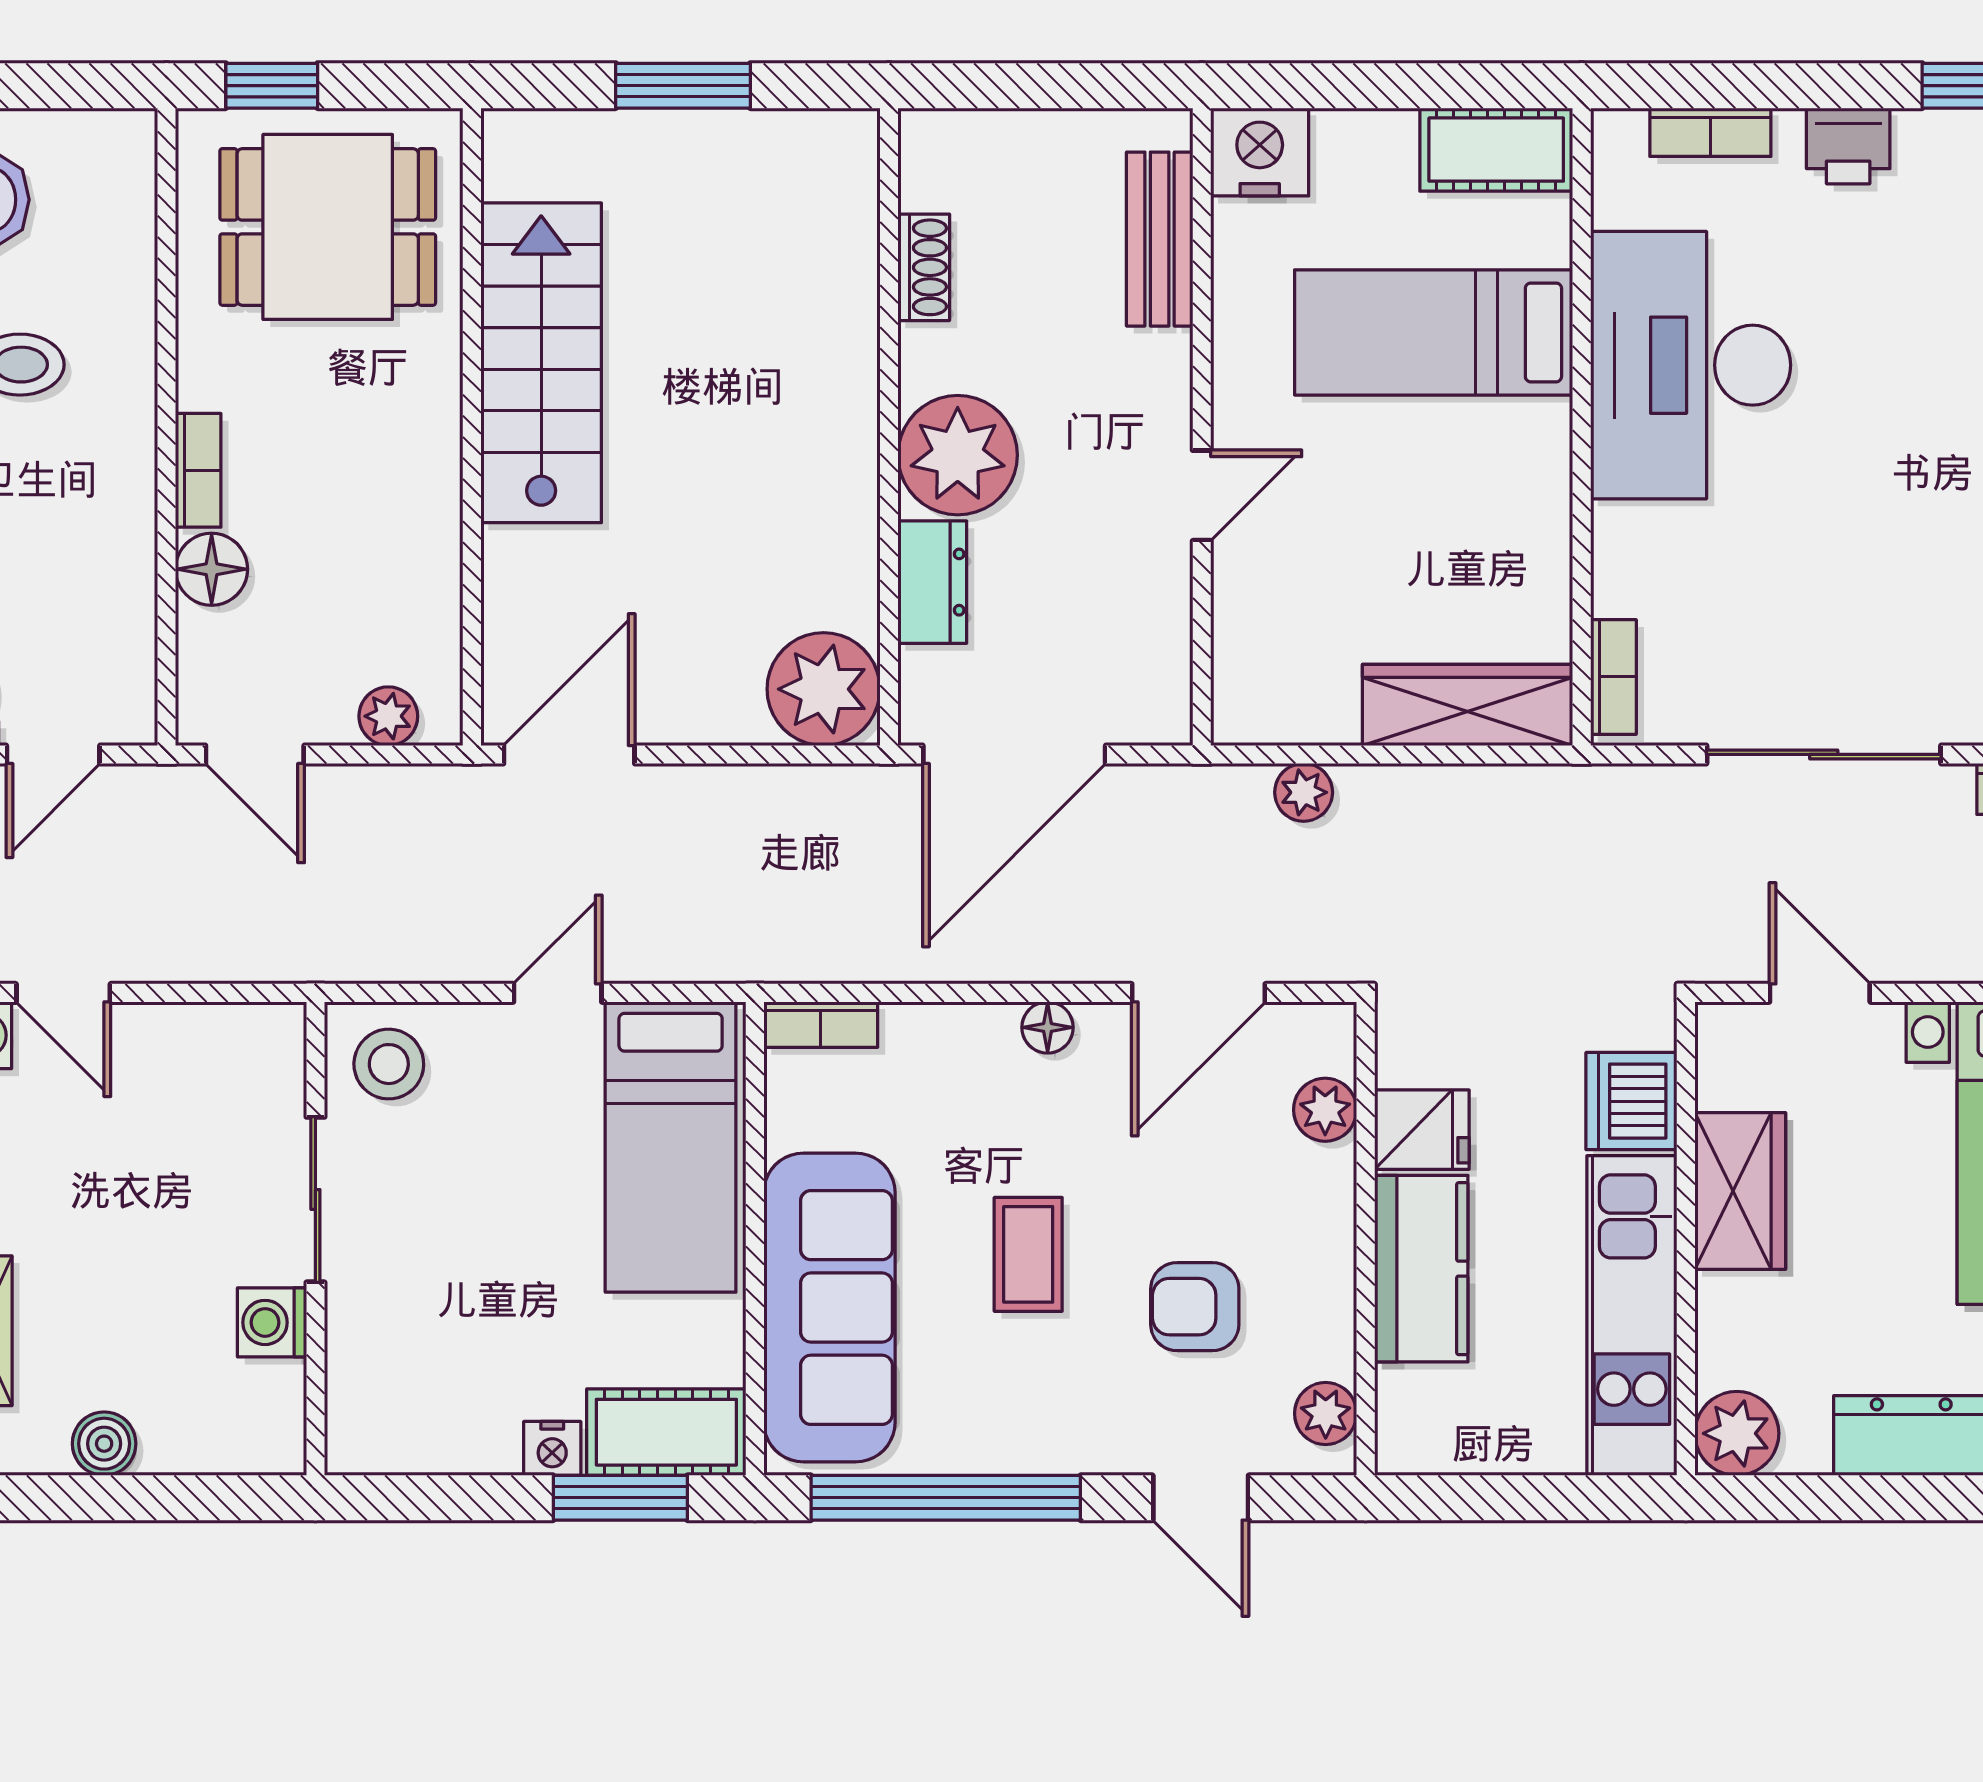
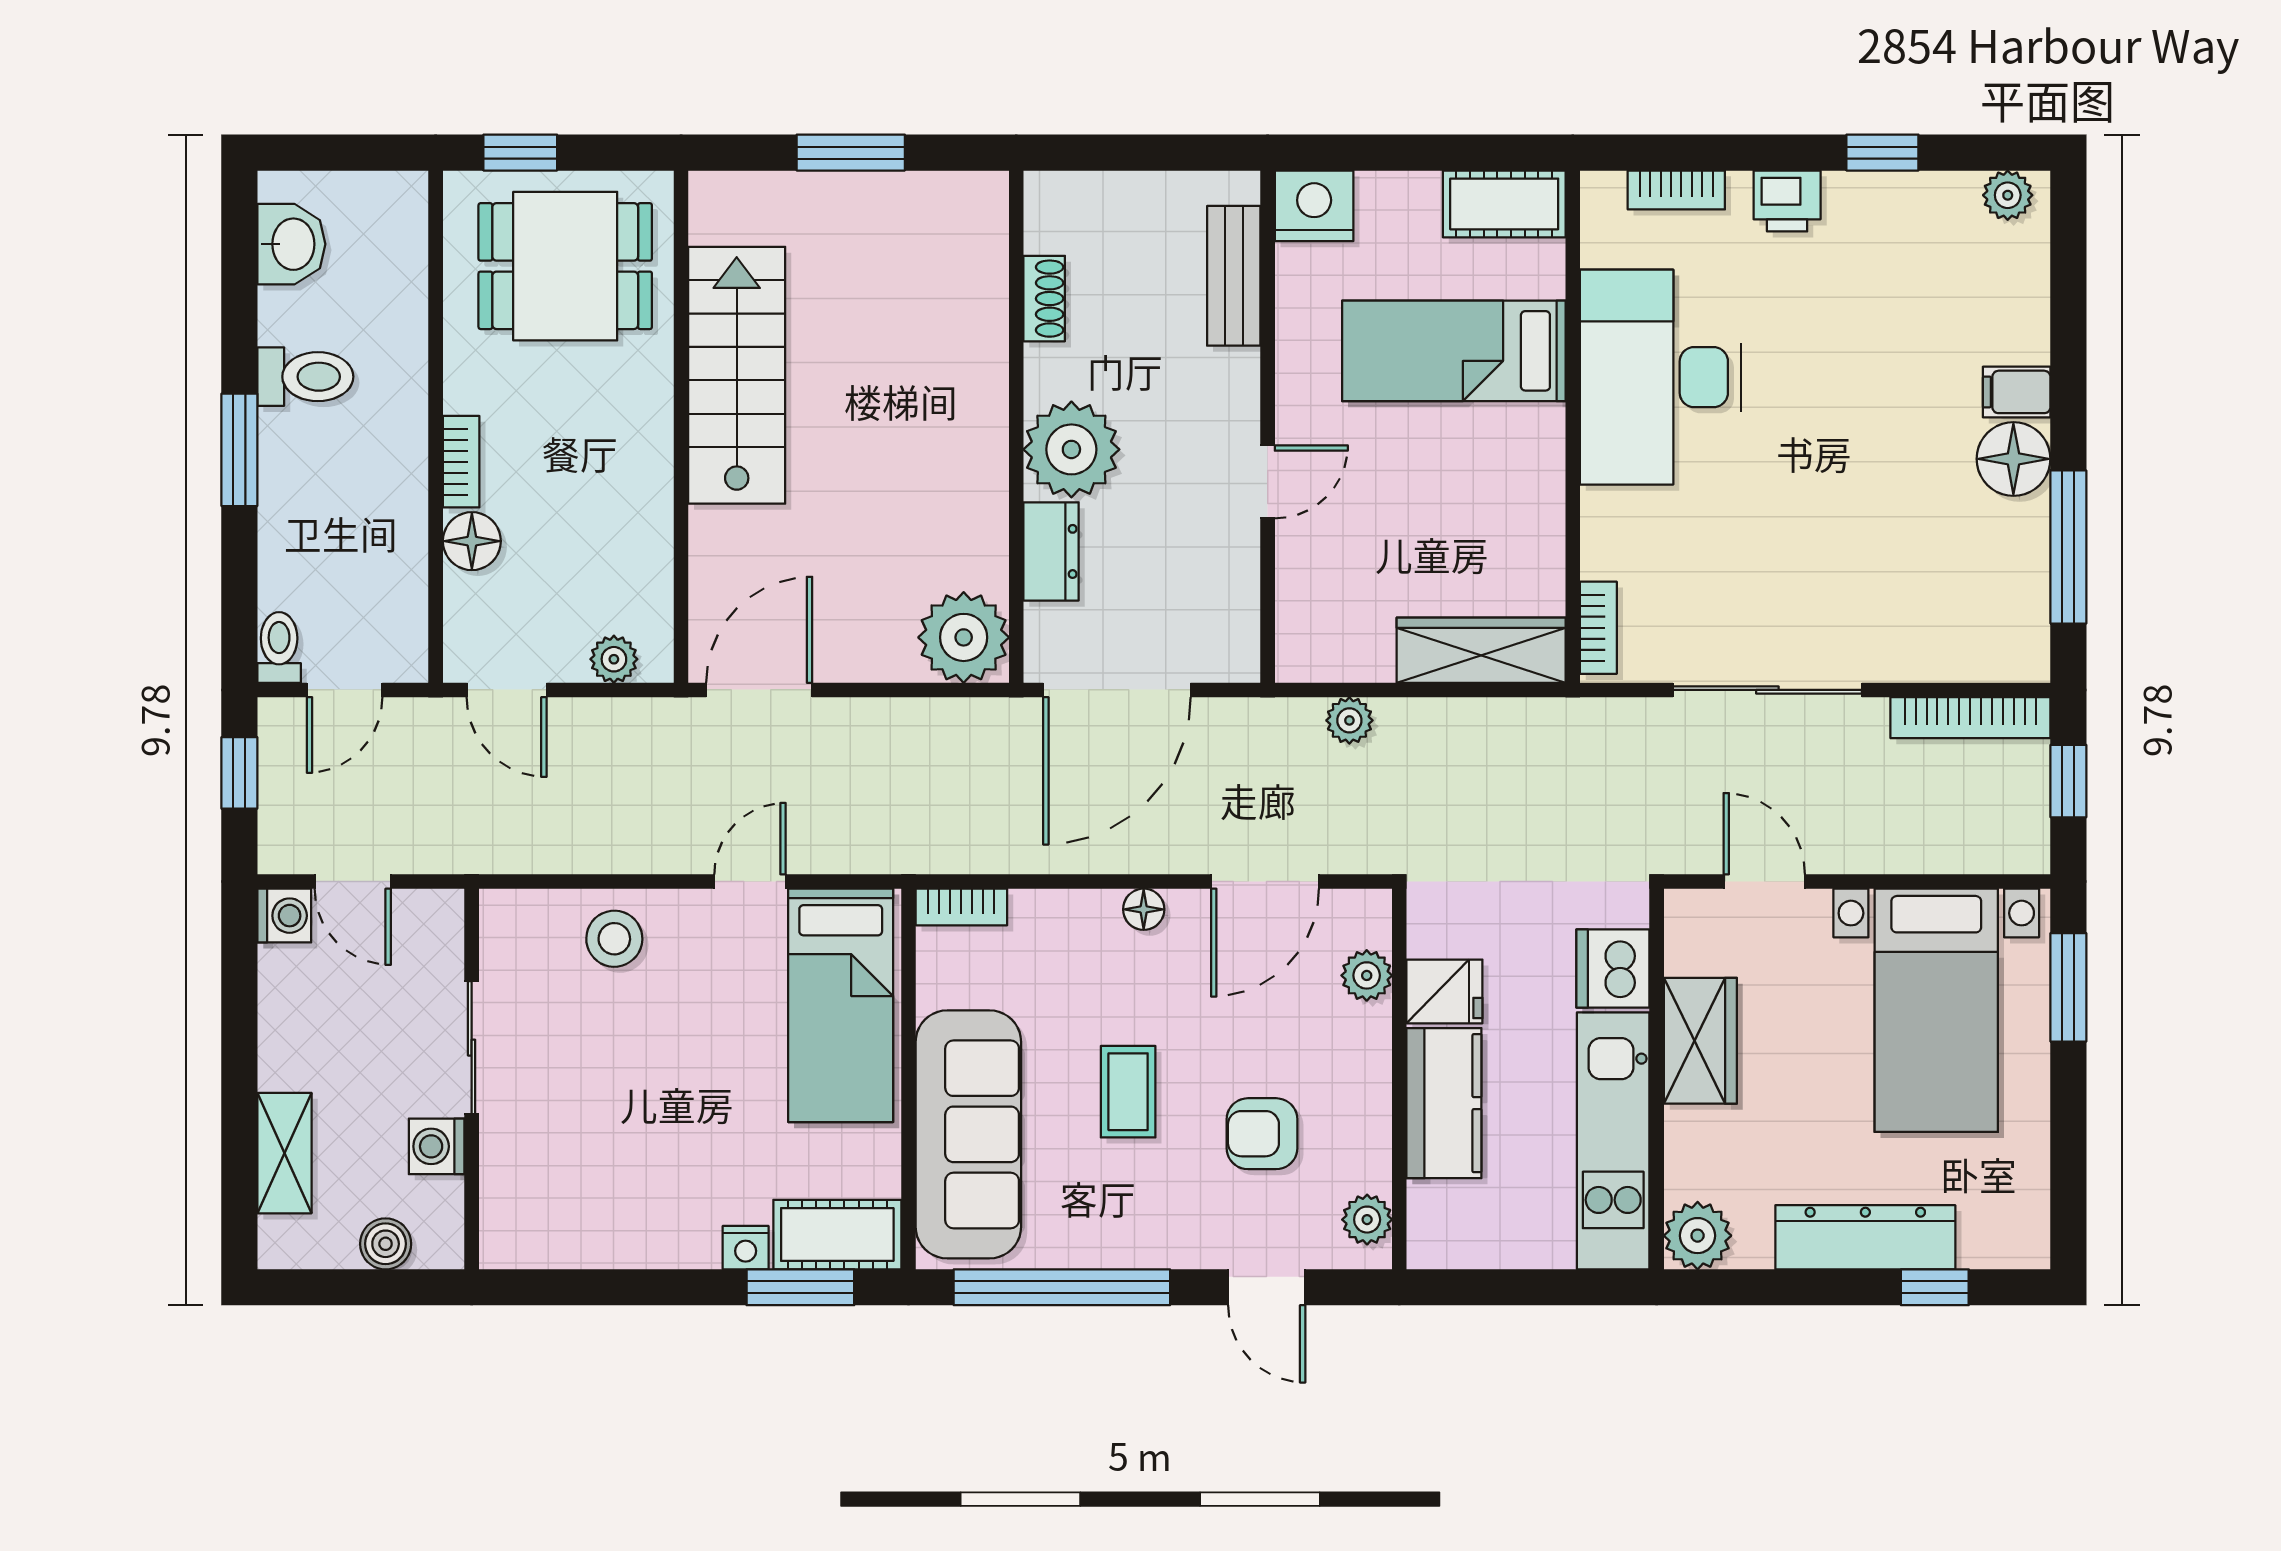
sliding door: (315, 1200) -> (472, 1048), moved
wall: (315, 1239) -> (472, 1079), moved
washing machine: (272, 1322) -> (437, 1146), moved

